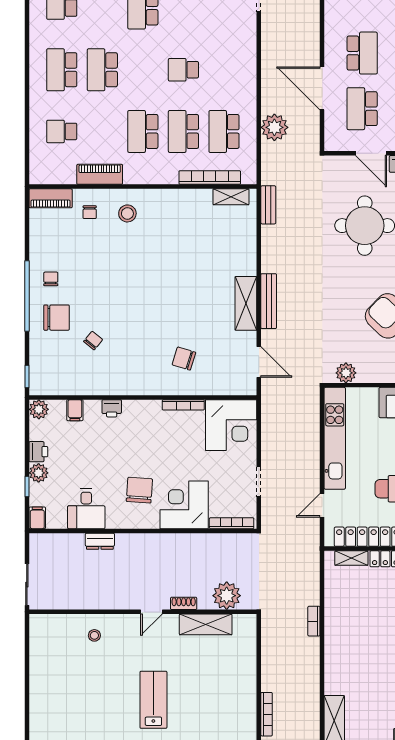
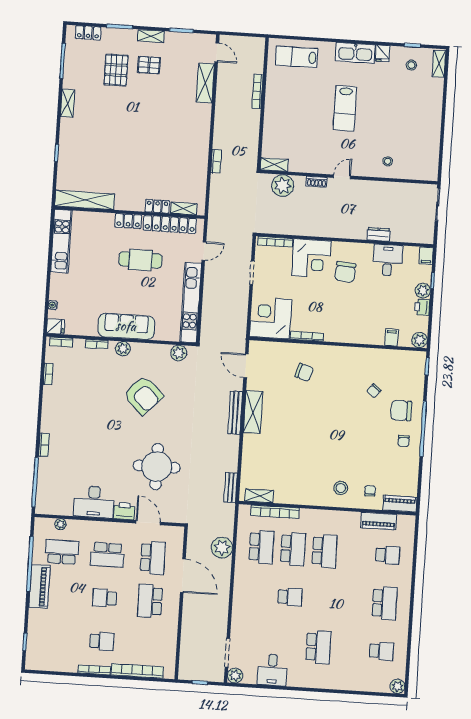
school desk: (102, 70) -> (353, 601), removed
piano: (100, 174) -> (379, 521), moved
printer: (112, 408) -> (363, 337), removed
shelving: (206, 624) -> (274, 165), moved, width x0.67, depth x0.75

